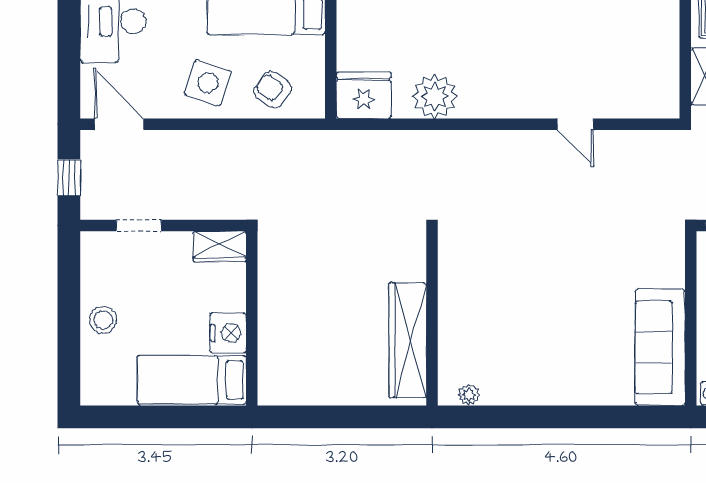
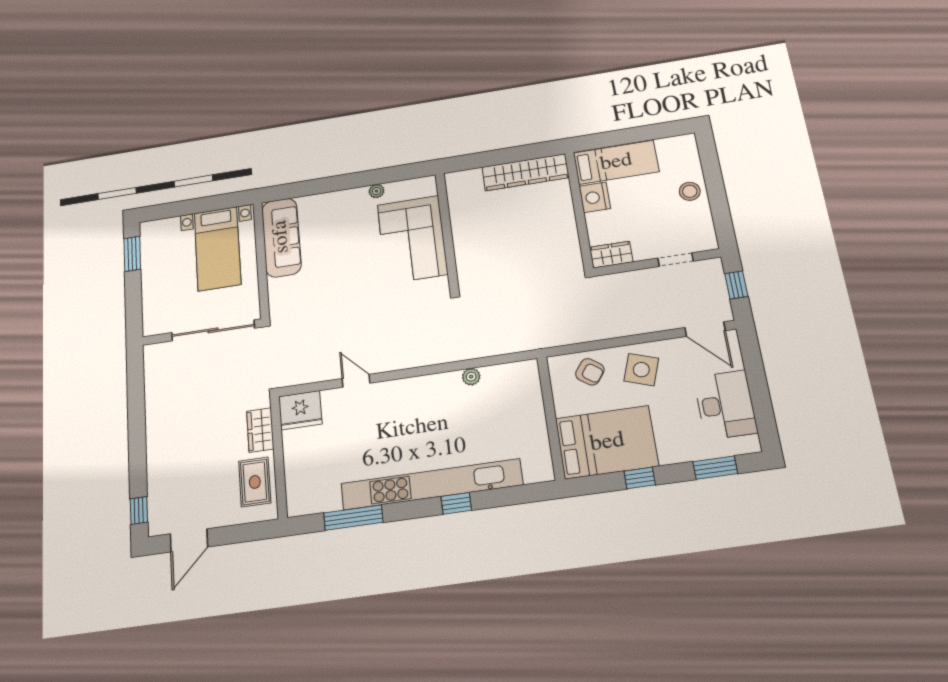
fridge: (364, 95) -> (300, 410), moved
plant: (435, 96) -> (471, 377), width x0.53, depth x0.53
corner sofa: (480, 313) -> (412, 239), added
wardrobe: (408, 340) -> (525, 172), moved, turned 90
plant: (469, 395) -> (377, 191), moved

